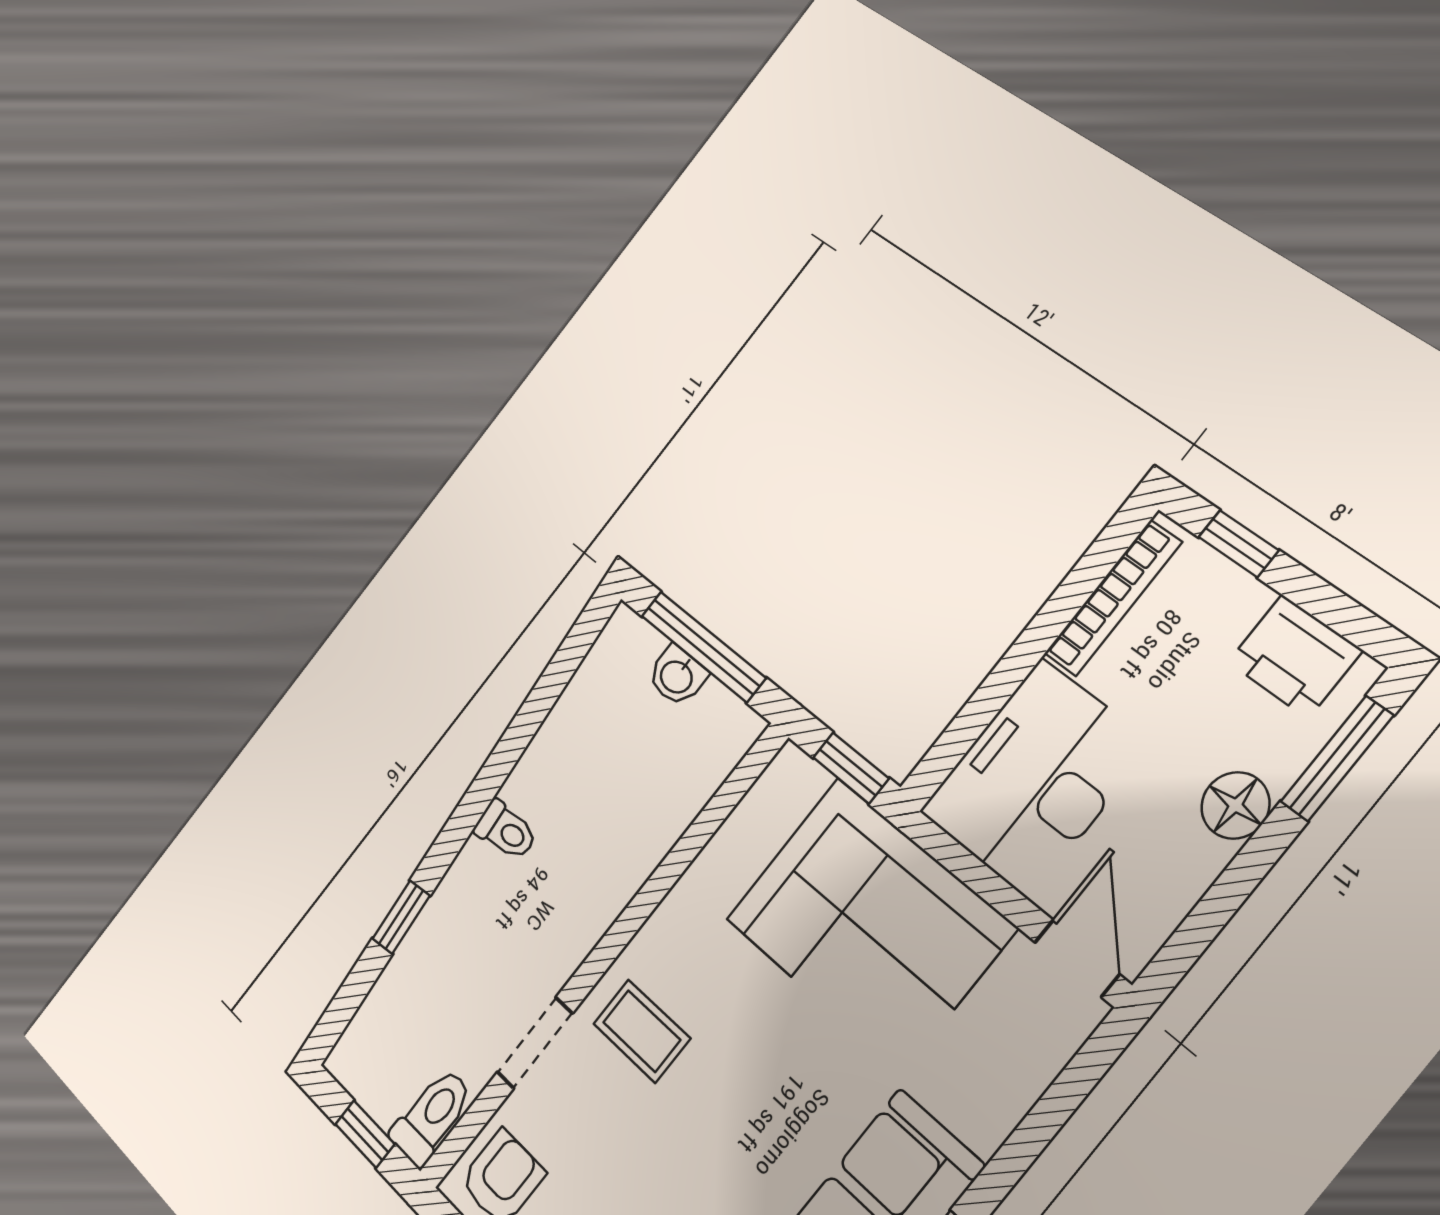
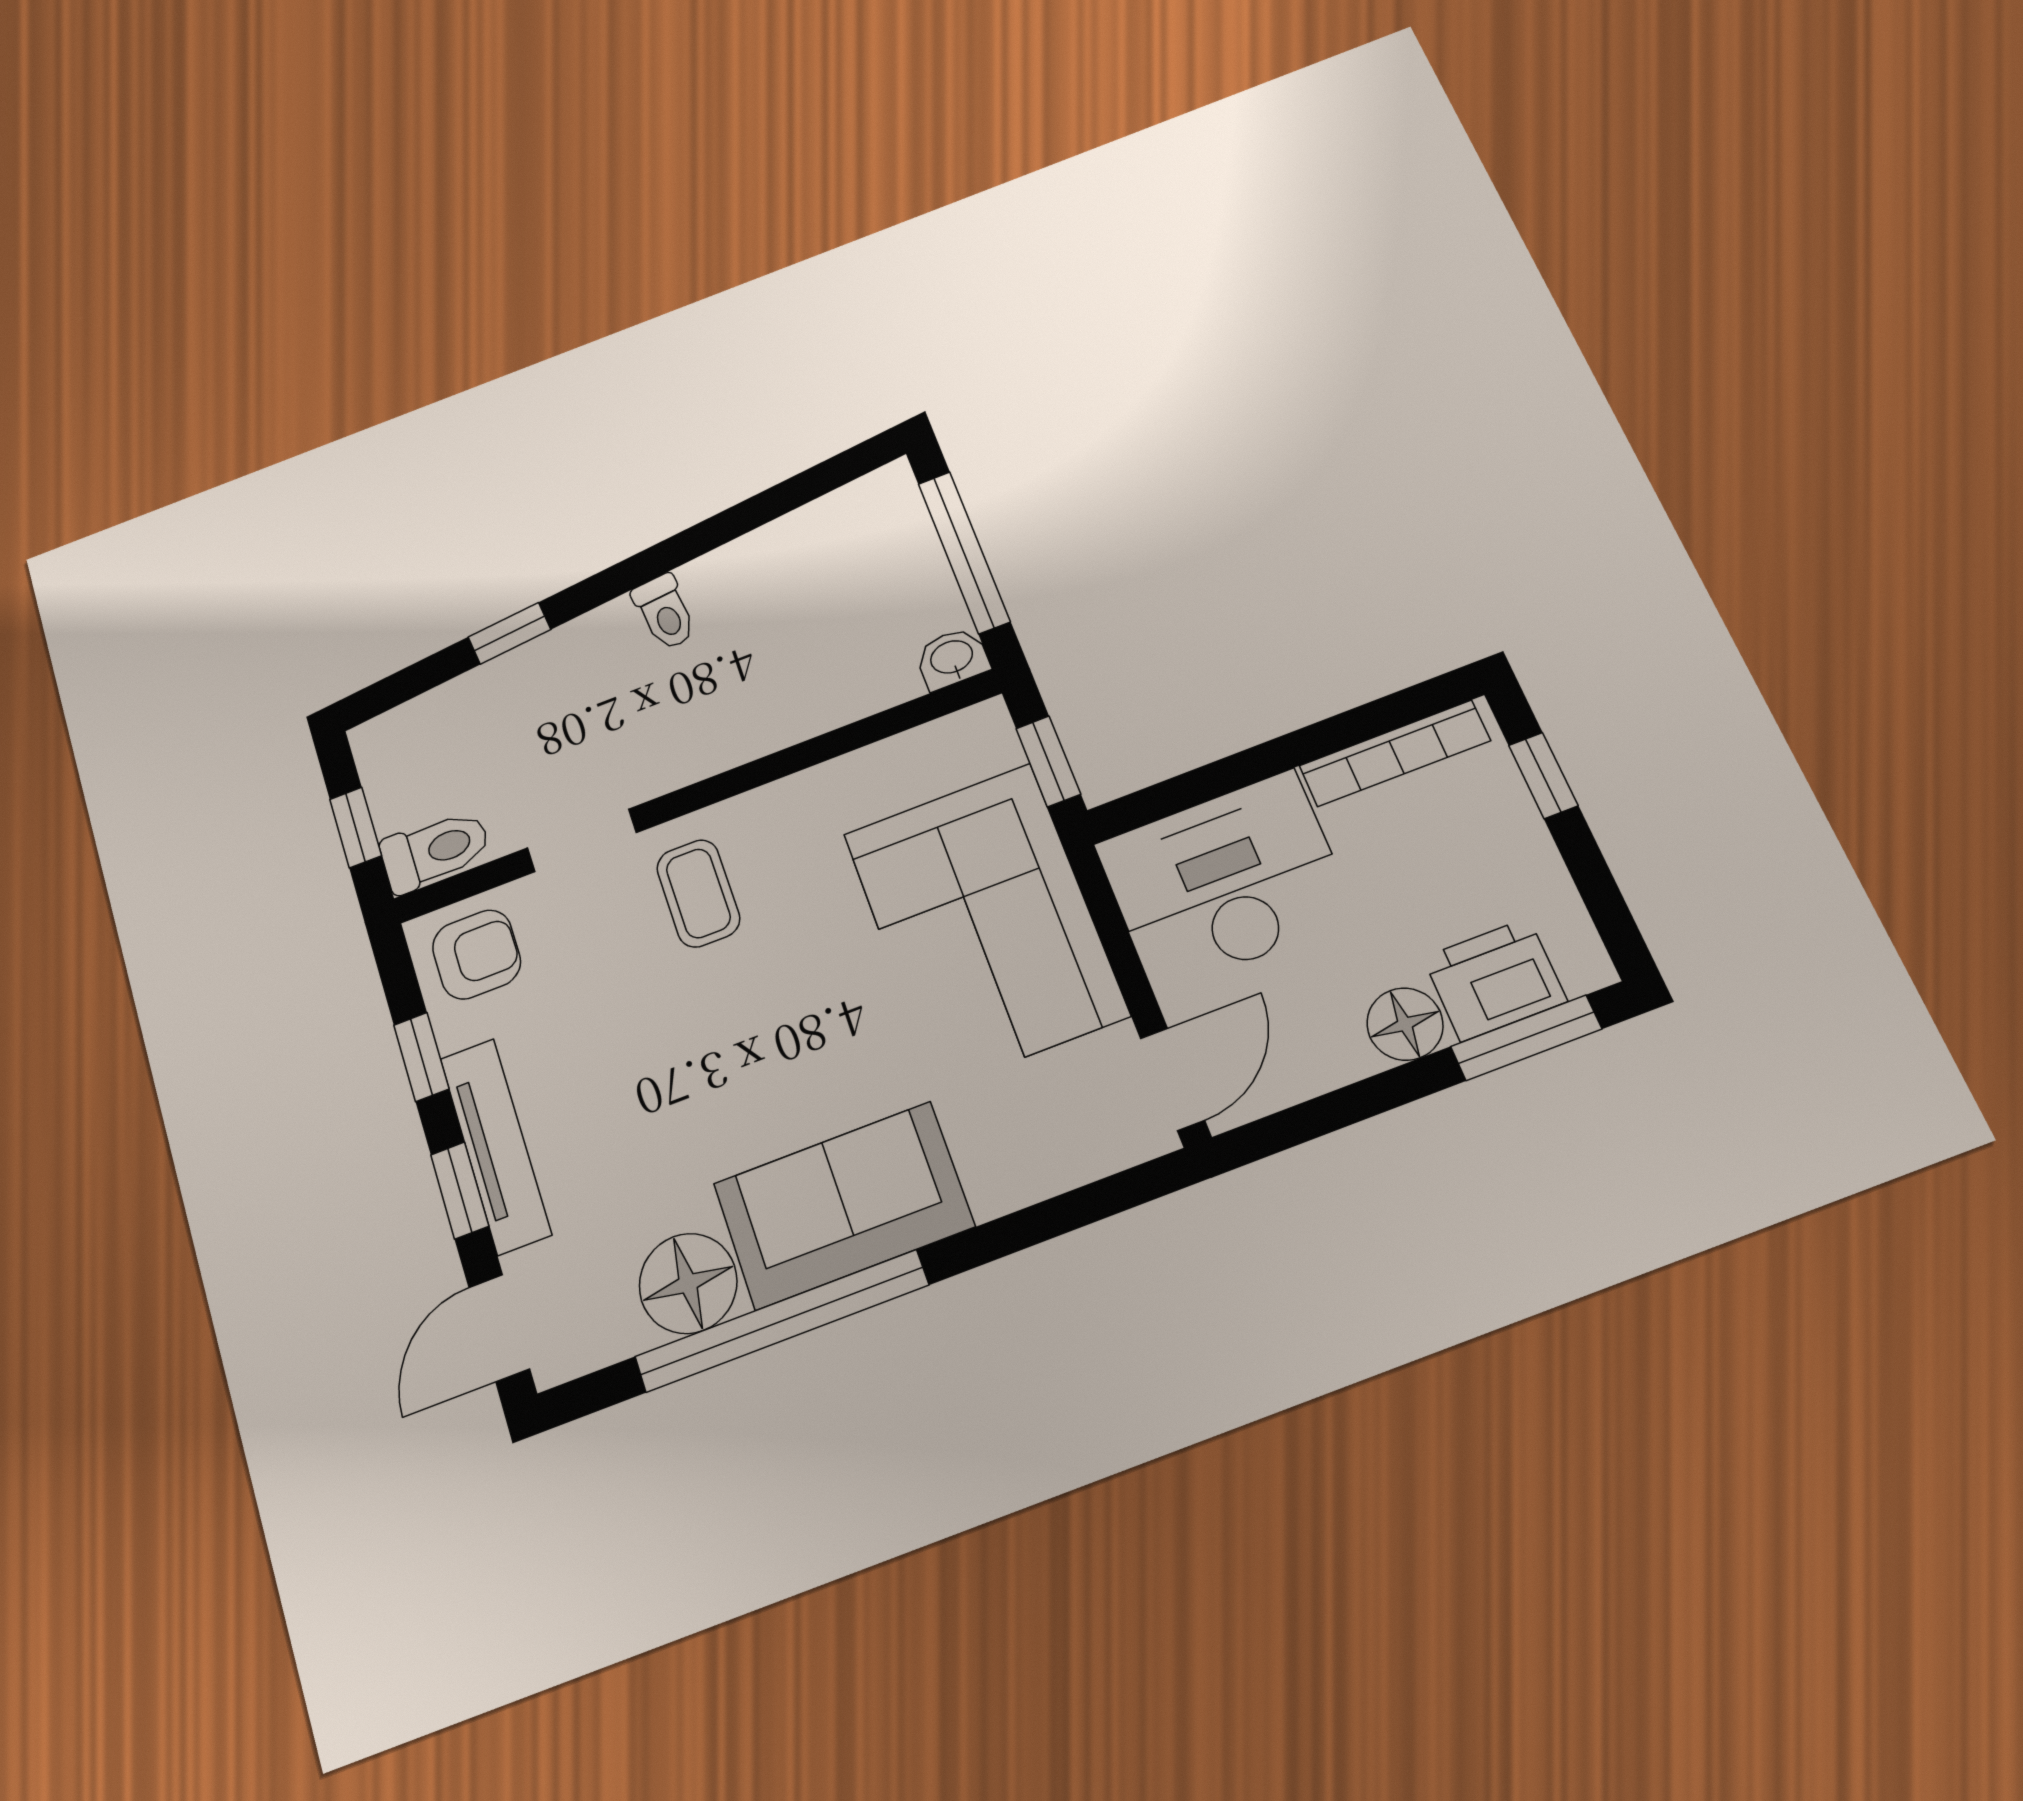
printer: (1295, 656) -> (1495, 979), moved, turned 90
washbasin: (677, 676) -> (952, 658), moved, turned 90

